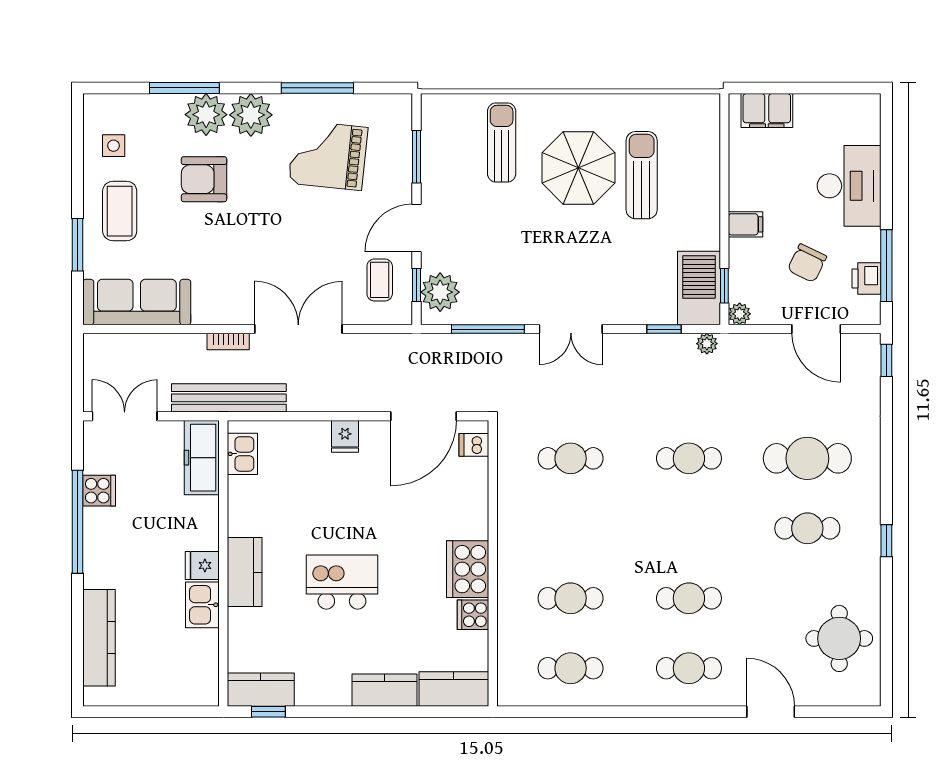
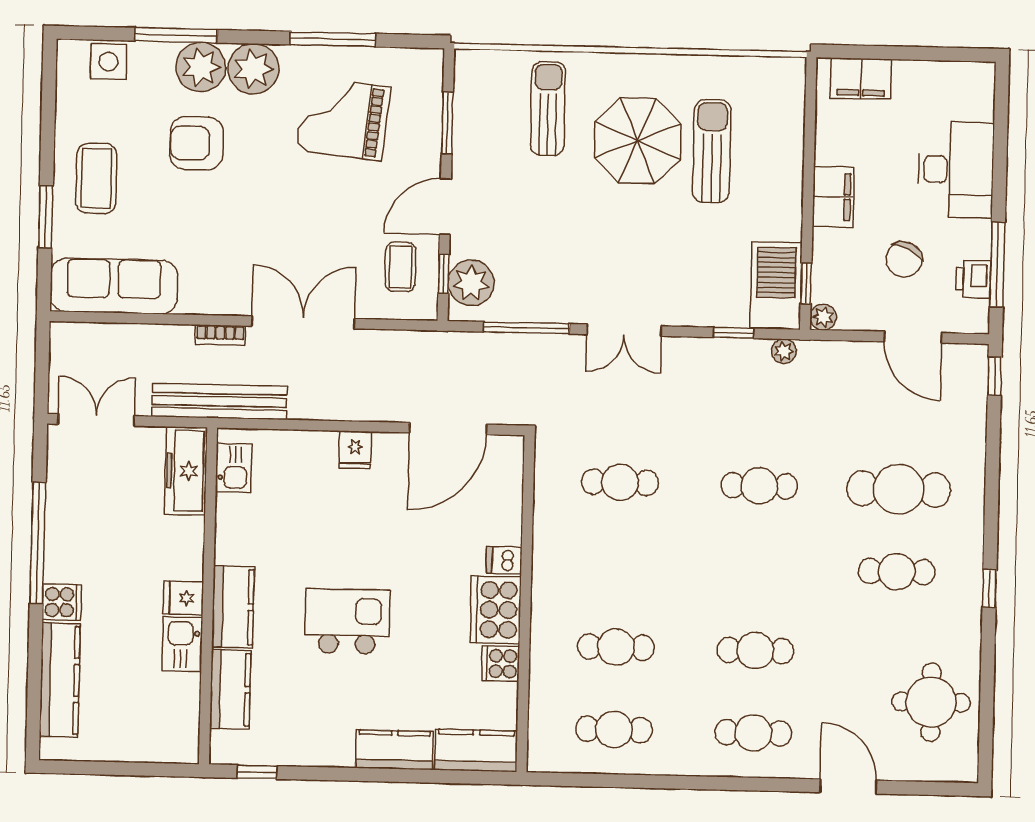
side table: (114, 146) -> (108, 62), moved, width x1.37, depth x1.37
filing cabinet: (746, 224) -> (833, 197), width x2.00
dishwasher: (474, 445) -> (504, 560), moved
cooker: (99, 491) -> (62, 602), moved
kitchen counter: (261, 690) -> (230, 689), moved, turned 90

